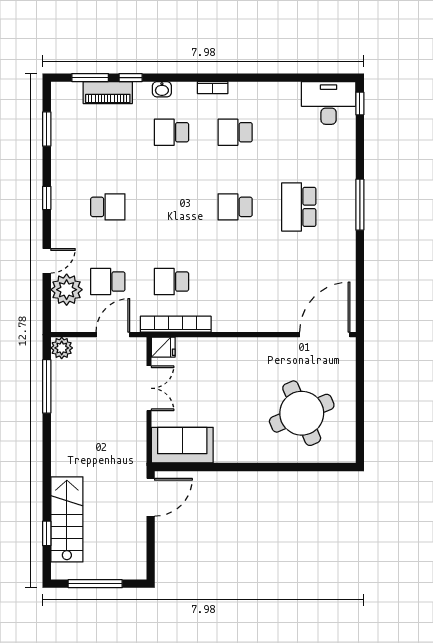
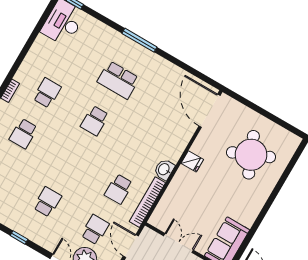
school desk: (235, 132) -> (47, 93), turned 180
school desk: (108, 282) -> (95, 230), turned 180
washbasin: (225, 322) -> (164, 169), added
fridge: (163, 347) -> (192, 161), moved, turned 90

